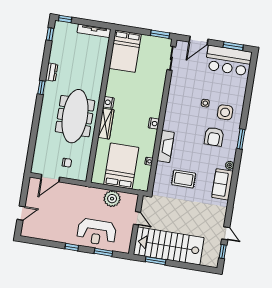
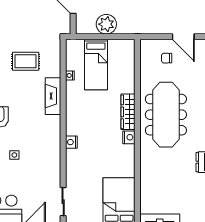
nightstand: (154, 123) -> (71, 142), moved
bed: (121, 166) -> (96, 65), width x0.67
door: (50, 178) -> (183, 37), swing flipped

